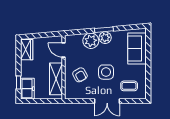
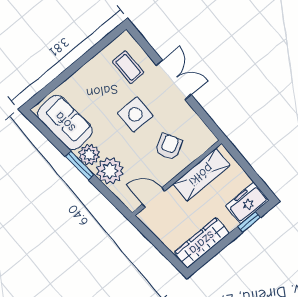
sofa: (137, 48) -> (65, 122), moved, turned -95
wardrobe: (27, 50) -> (202, 243), width x1.50
door: (64, 50) -> (154, 197), swing flipped

